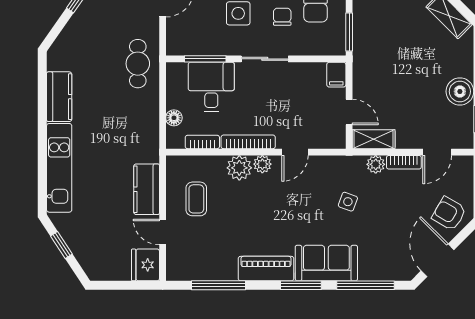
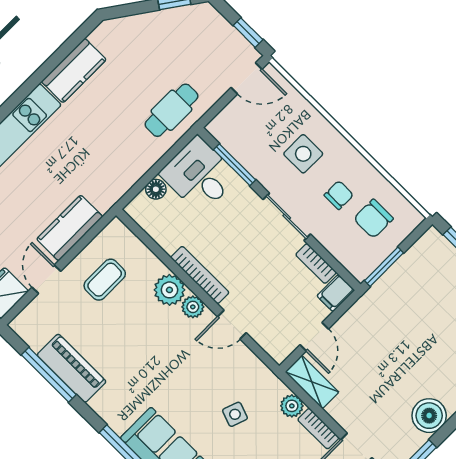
desk: (211, 87) -> (199, 175), moved, turned -90
bookcase: (202, 142) -> (316, 263), moved, turned 180
piano: (266, 269) -> (72, 368), moved

